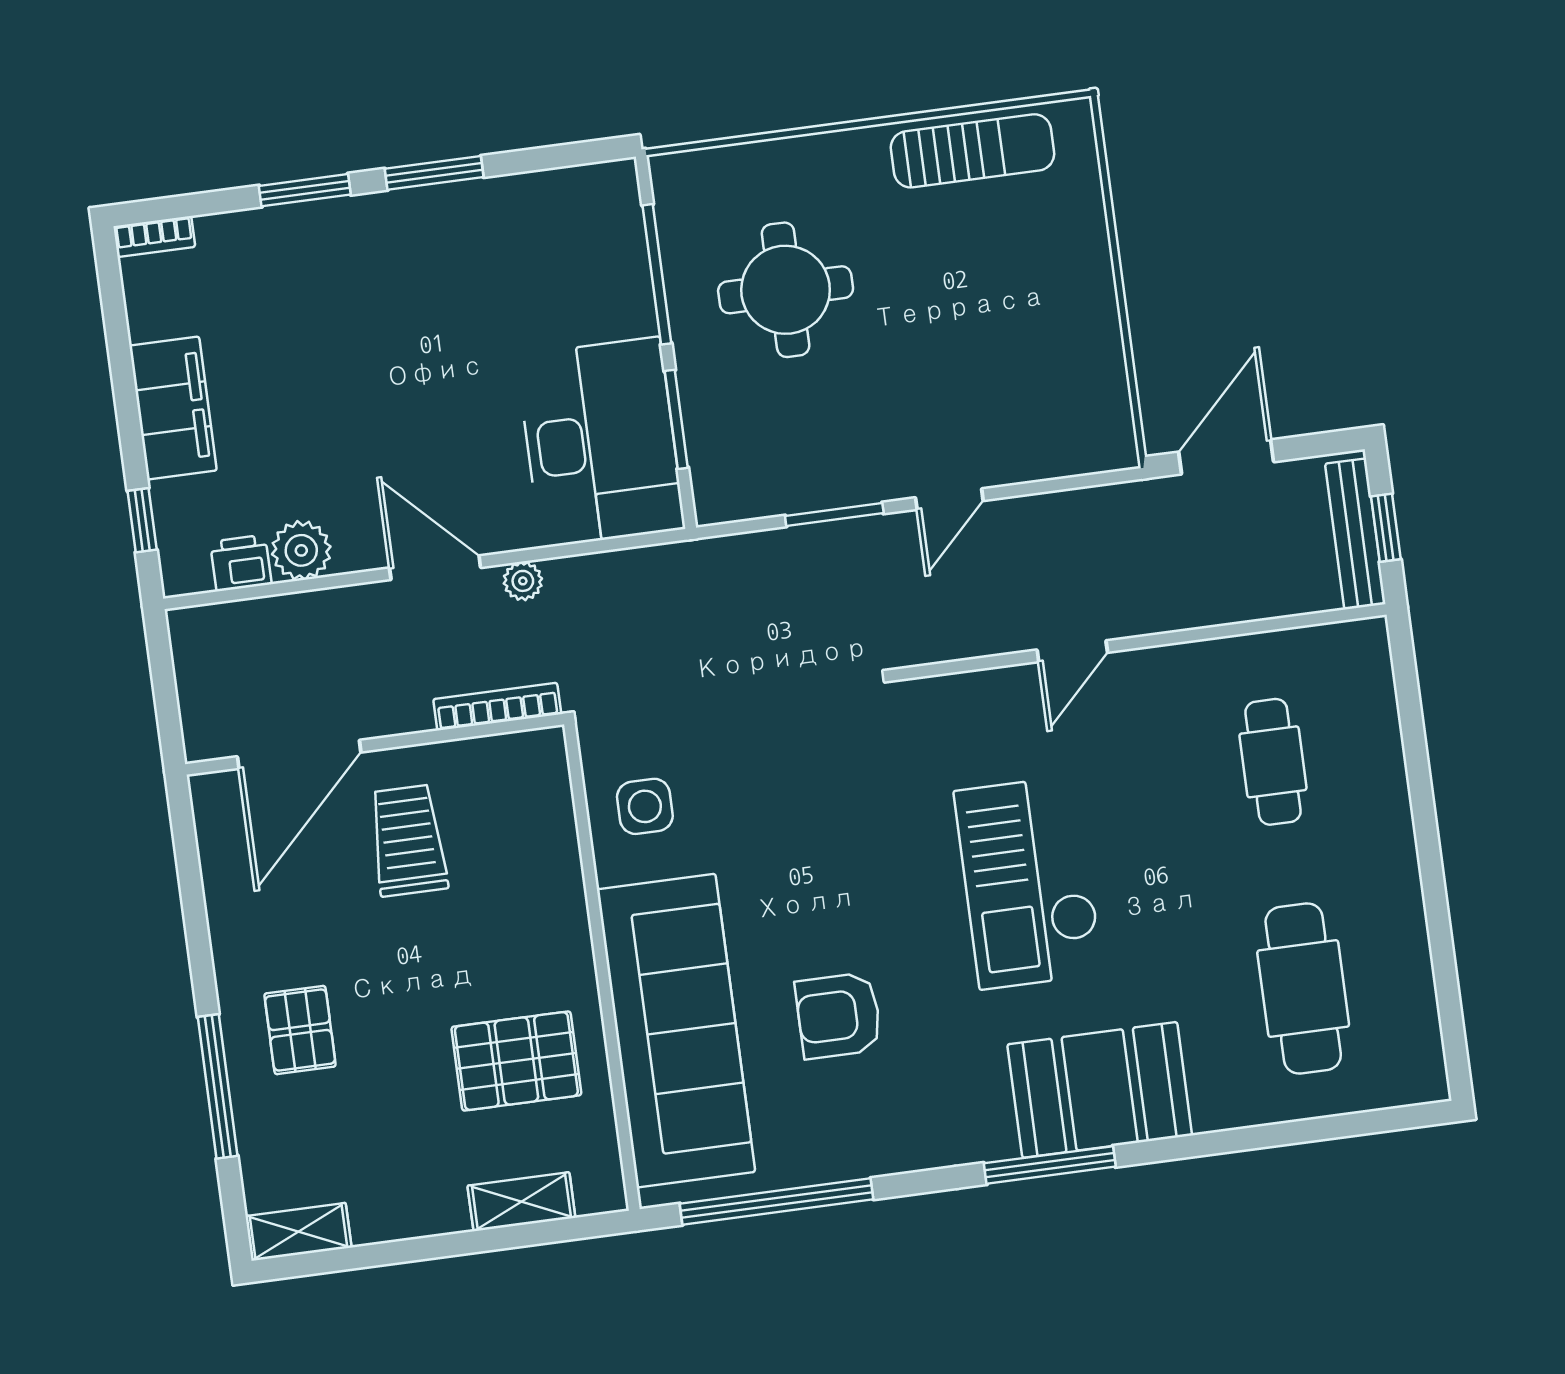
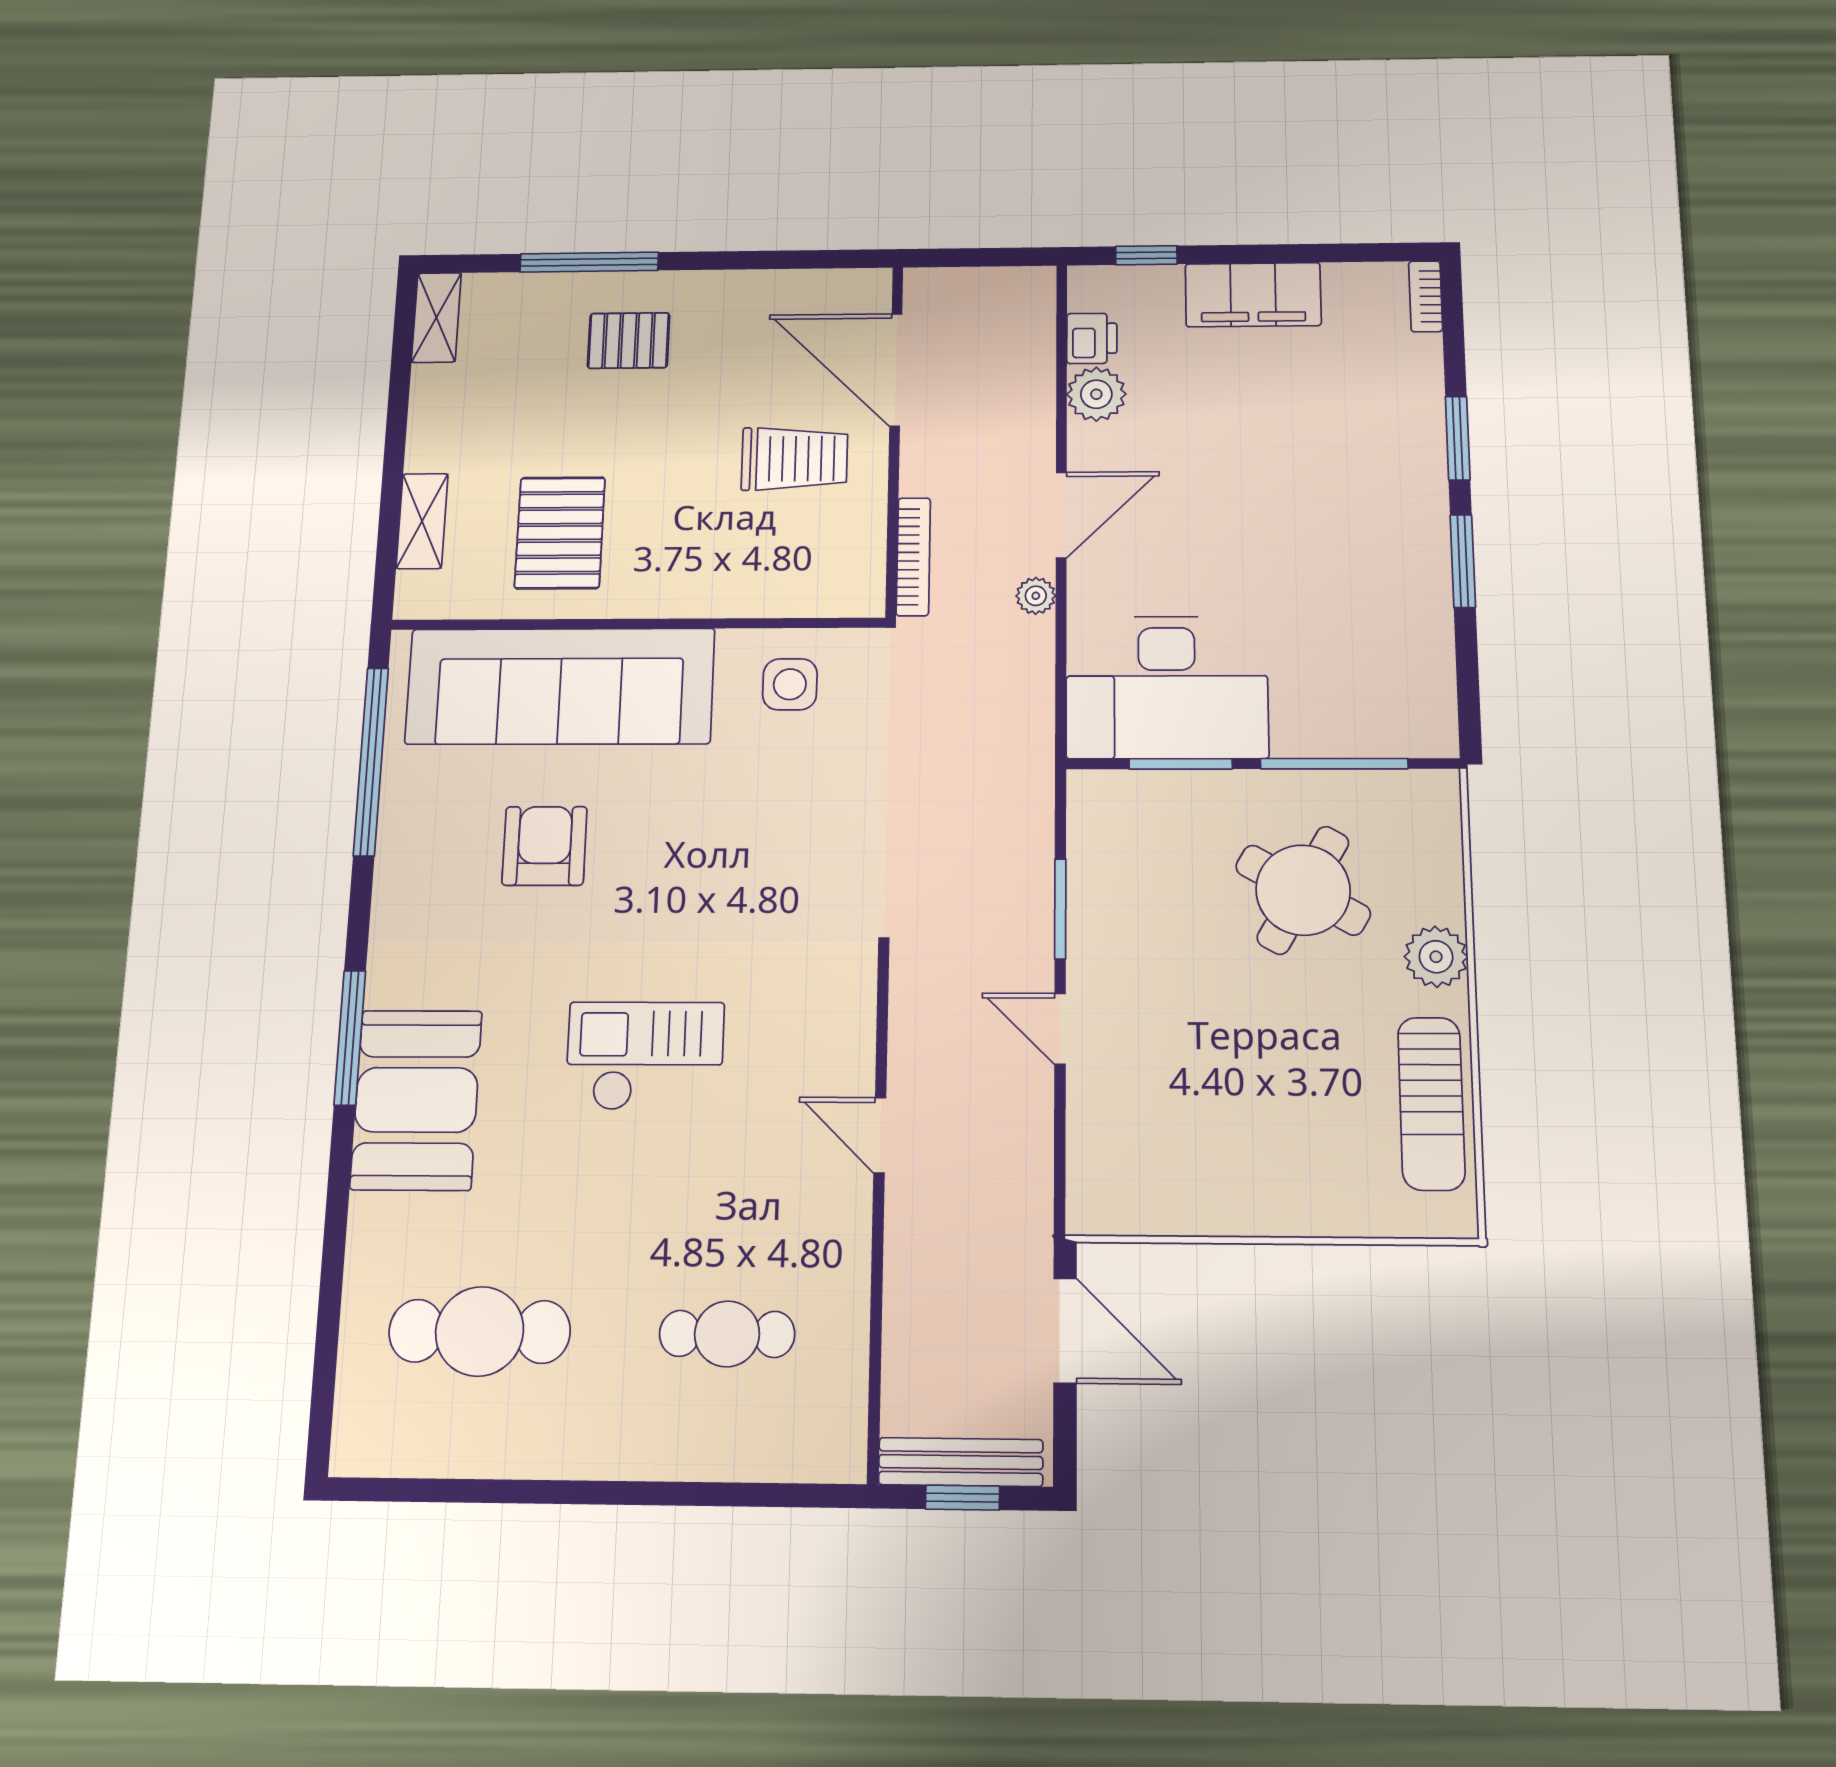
plant: (833, 160) -> (1436, 957), added
round table: (786, 290) -> (1303, 890), turned 30
checkout: (1029, 882) -> (645, 1056), width x0.73, depth x0.83

